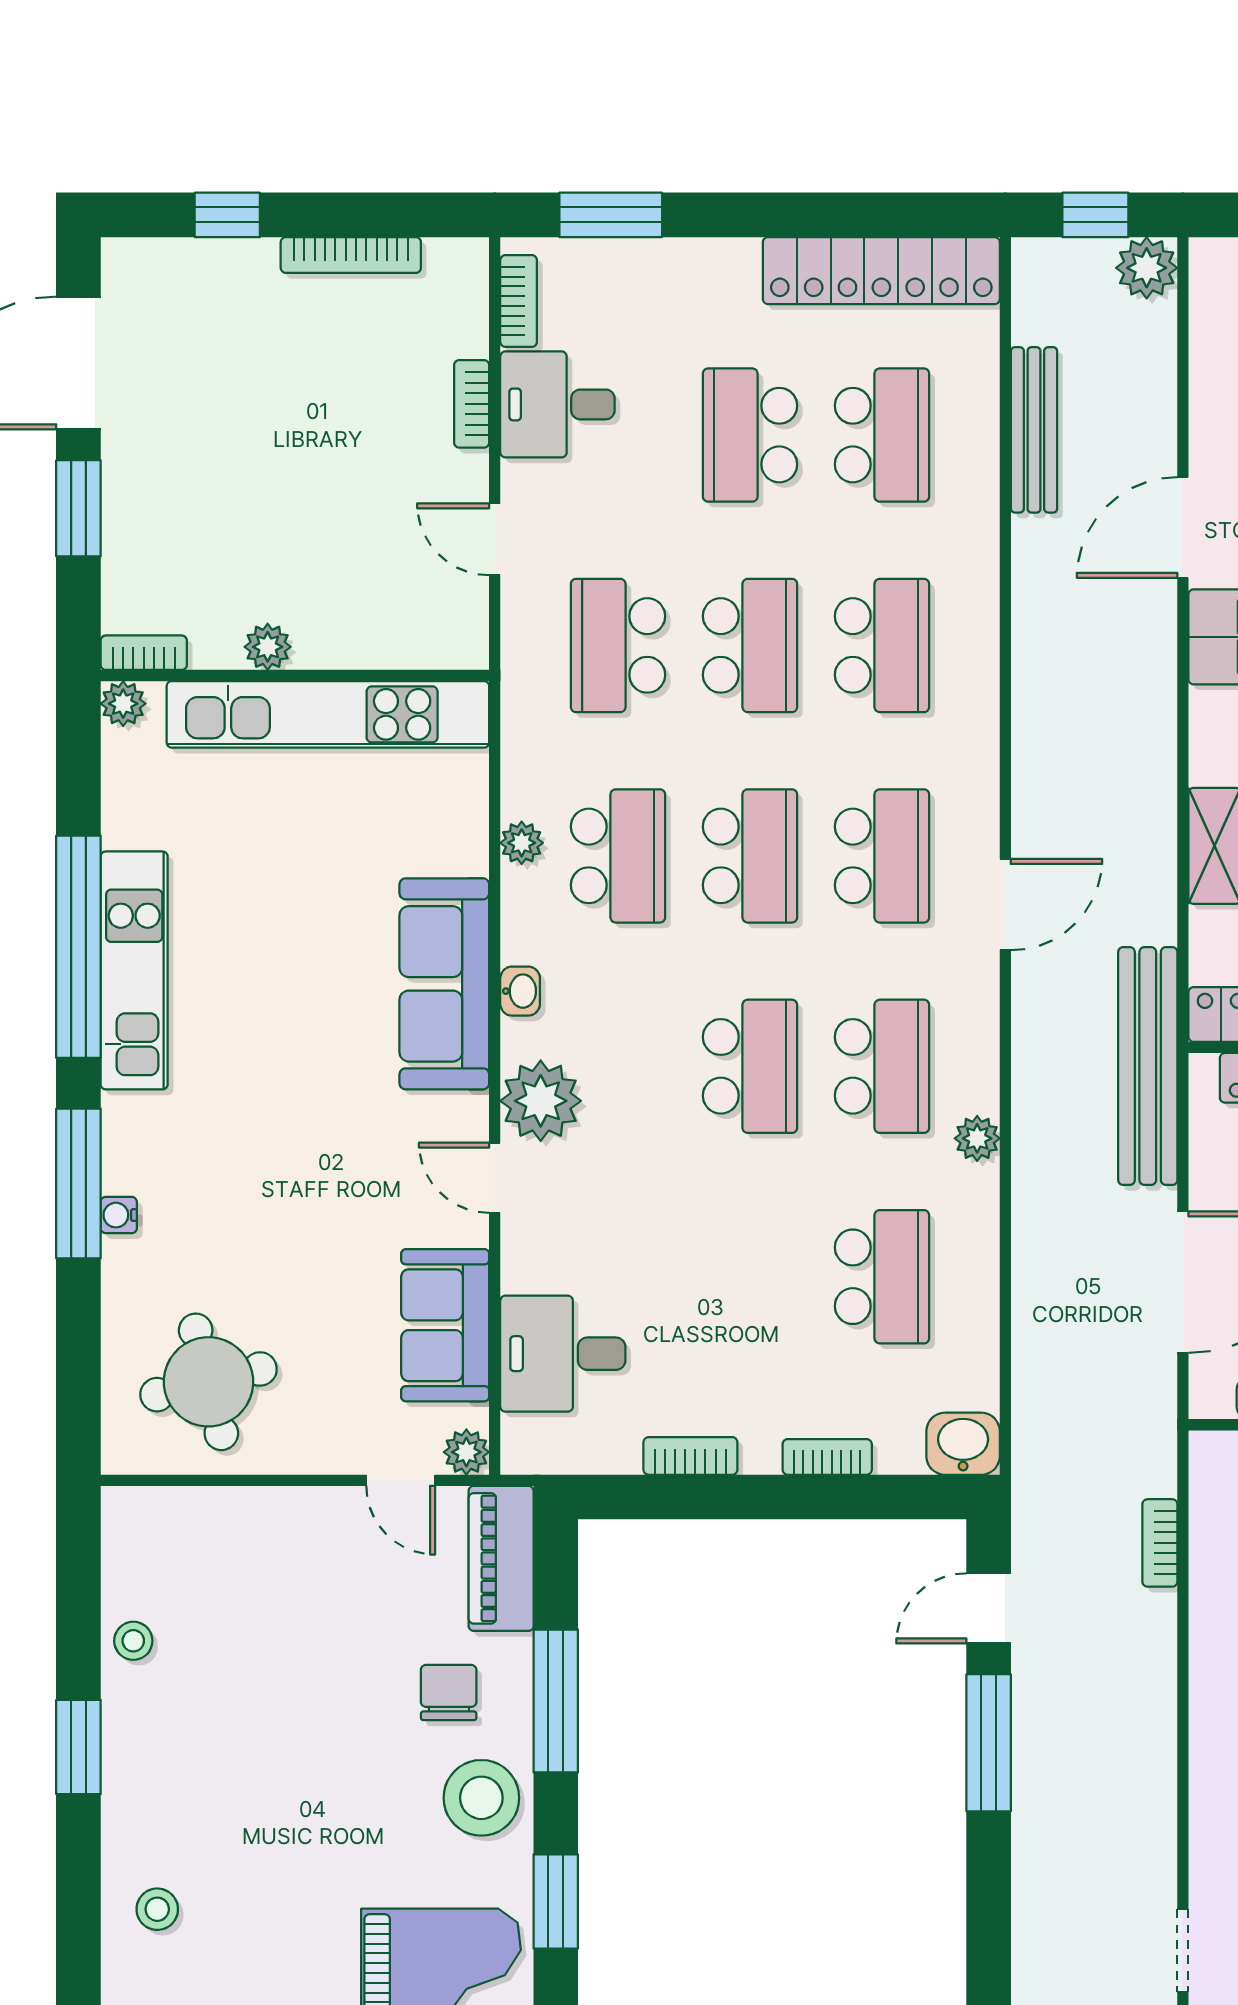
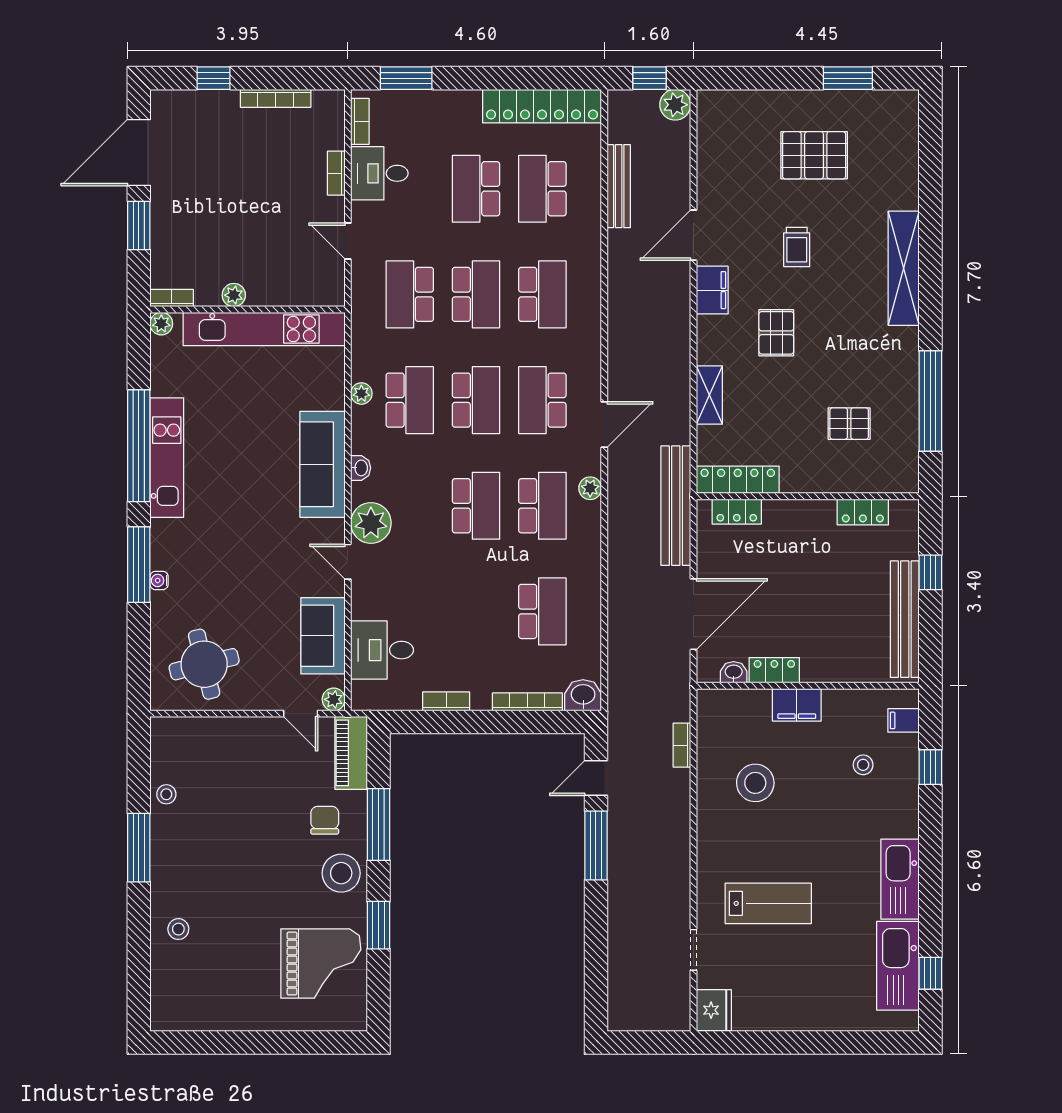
school desk: (882, 435) -> (542, 189), turned 180
school desk: (882, 856) -> (542, 400), turned 180
plant: (977, 1138) -> (590, 488), moved
bookcase: (827, 1457) -> (527, 702), width x1.56
window: (78, 1747) -> (139, 848), width x1.44

